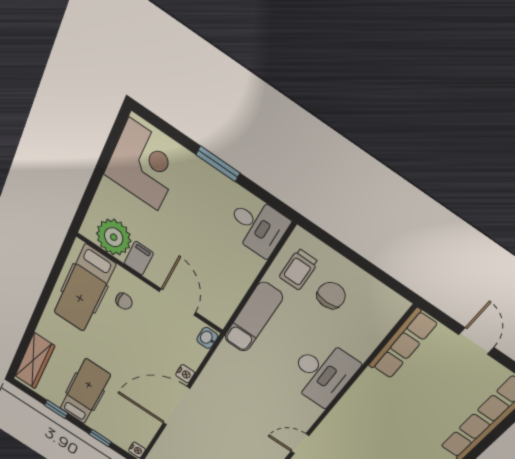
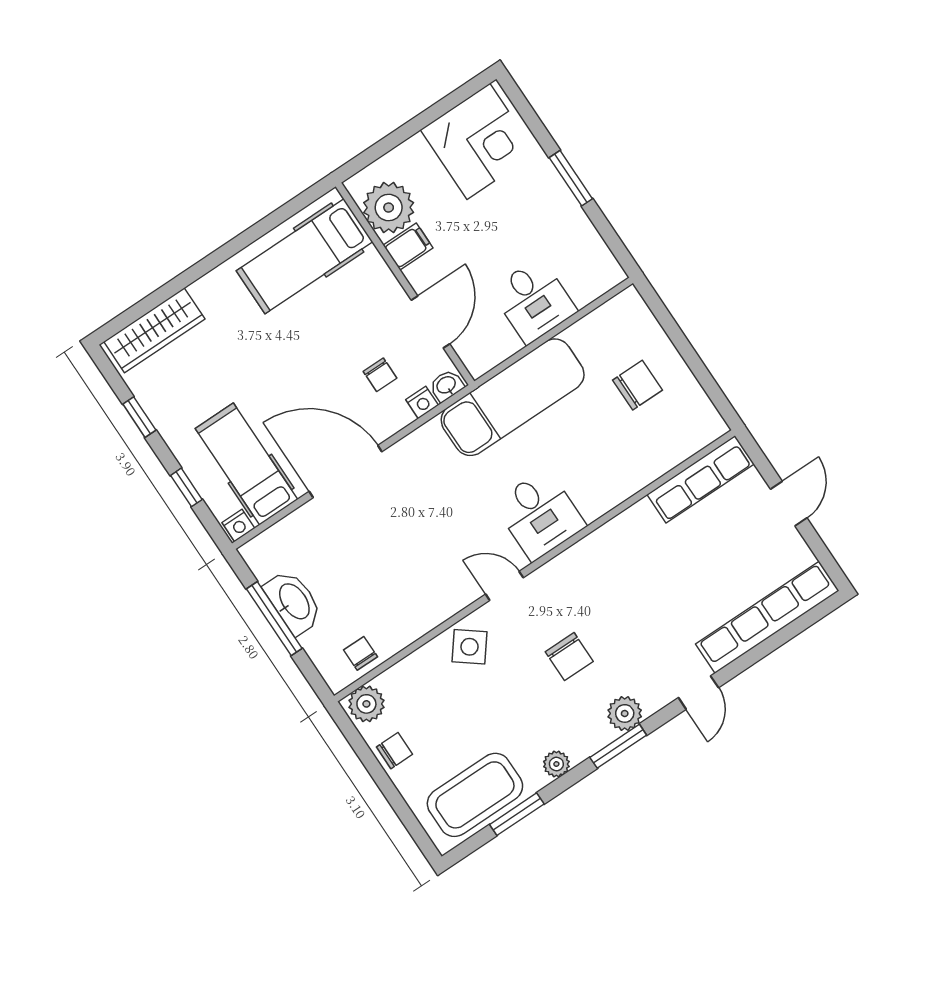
desk: (257, 226) -> (534, 301), moved
trolley: (299, 269) -> (611, 338), removed
chair: (124, 301) -> (380, 375), moved
exam couch: (253, 317) -> (513, 397), width x1.36, depth x1.45
desk: (322, 373) -> (540, 515), moved, width x0.73
nightstand: (185, 374) -> (422, 402), moved
hospital bed: (85, 392) -> (247, 464), moved, turned -90

